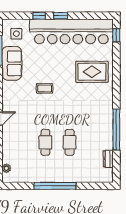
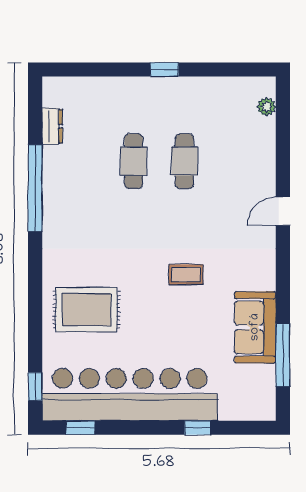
window: (61, 16) -> (80, 428), moved
side table: (16, 34) -> (246, 390), removed
window: (55, 186) -> (164, 69), width x0.32

